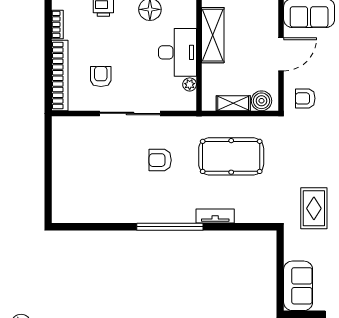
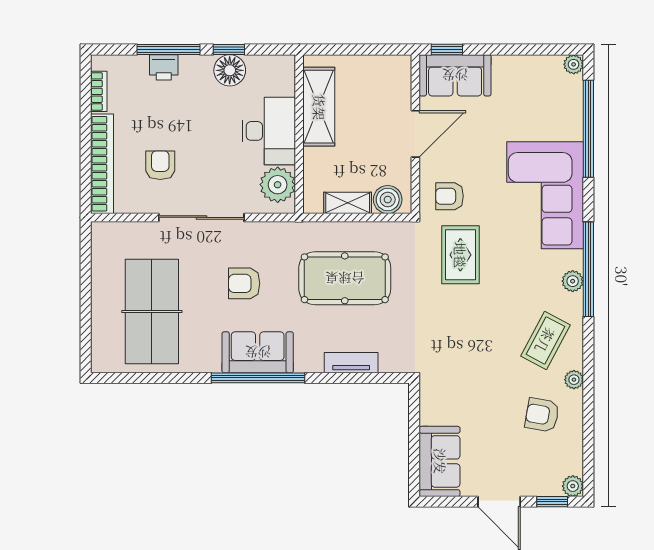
plant: (190, 84) -> (278, 185), width x1.88, depth x1.88
table tennis table: (95, 180) -> (152, 311), added
rug: (314, 208) -> (460, 255), moved
sofa: (170, 209) -> (258, 352), added
tv unit: (215, 216) -> (351, 363), moved

